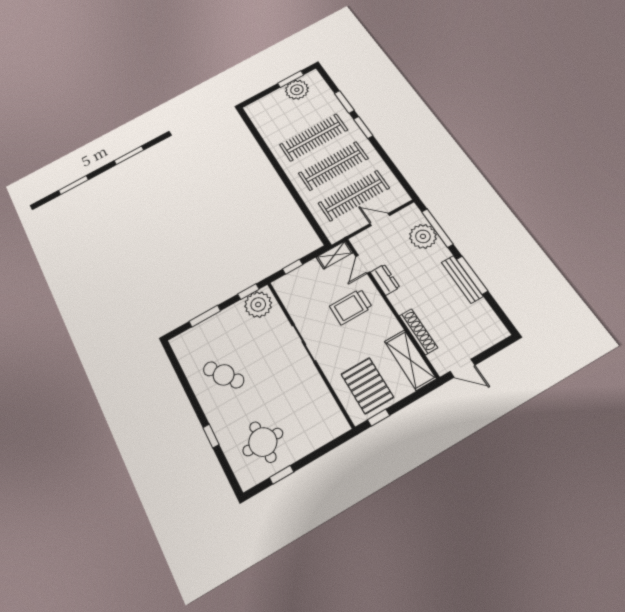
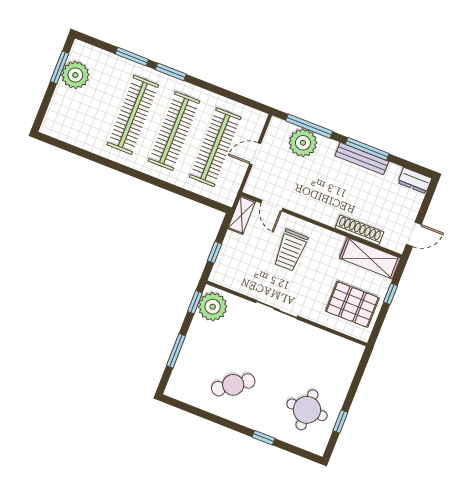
dresser: (385, 280) -> (415, 181), moved, turned 180
window: (379, 418) -> (390, 294), moved

